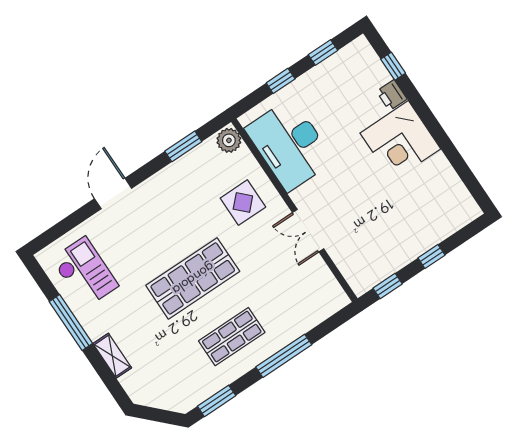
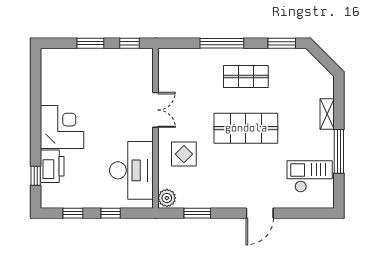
printer: (392, 95) -> (52, 166), width x1.87, depth x1.48
window: (431, 257) -> (90, 43), width x1.50
checkout: (85, 272) -> (310, 176), turned 90

